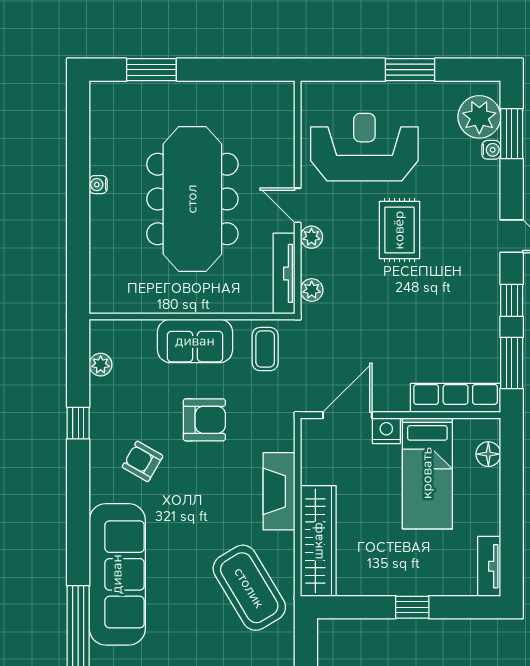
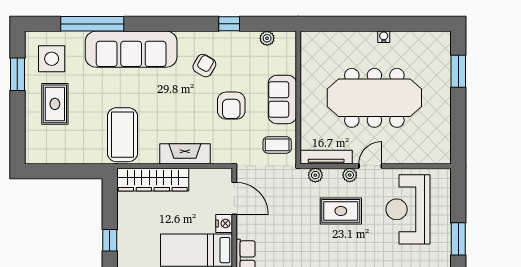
reception desk: (364, 147) -> (408, 209), turned 180
rug: (399, 230) -> (341, 211), moved
coffee table: (249, 588) -> (122, 135), turned -59

